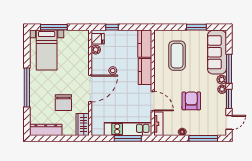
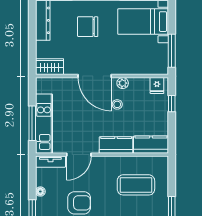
window: (54, 27) -> (172, 51), moved
plant: (96, 50) -> (123, 83), moved
chair: (63, 103) -> (88, 27), moved

